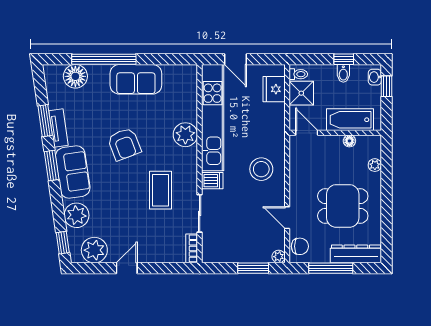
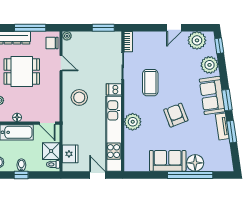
floor lamp: (75, 76) -> (195, 163), moved
window: (253, 268) -> (103, 28), moved

